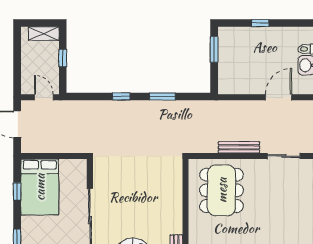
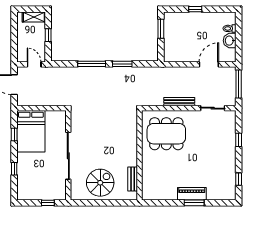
window: (121, 96) -> (92, 64), width x2.17
dining table: (222, 190) -> (166, 134), turned 90

